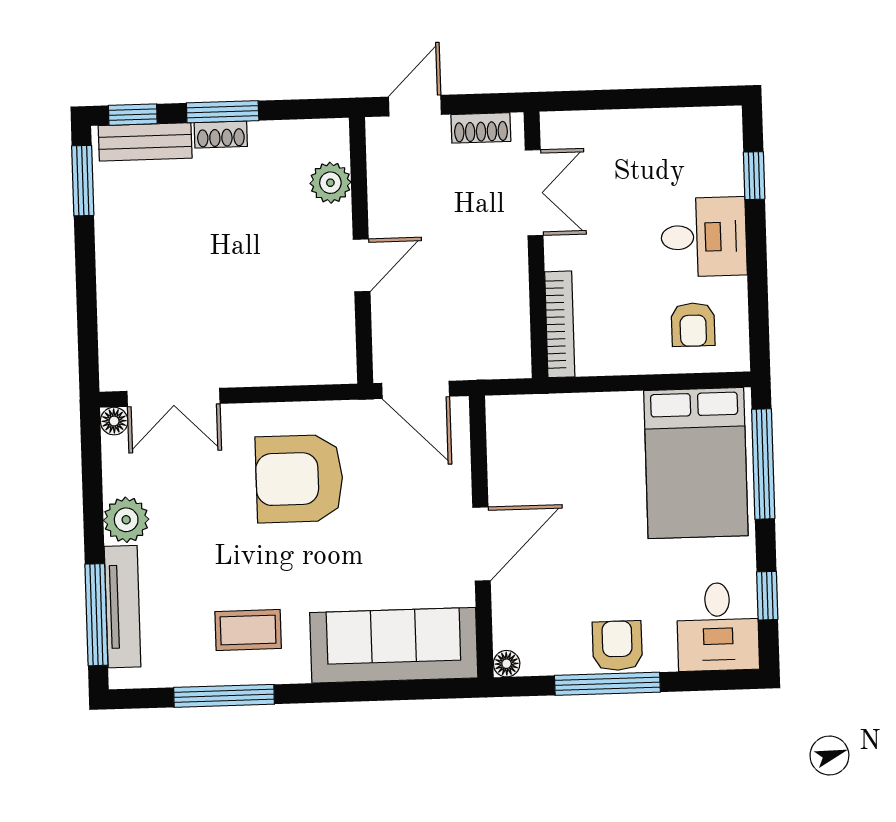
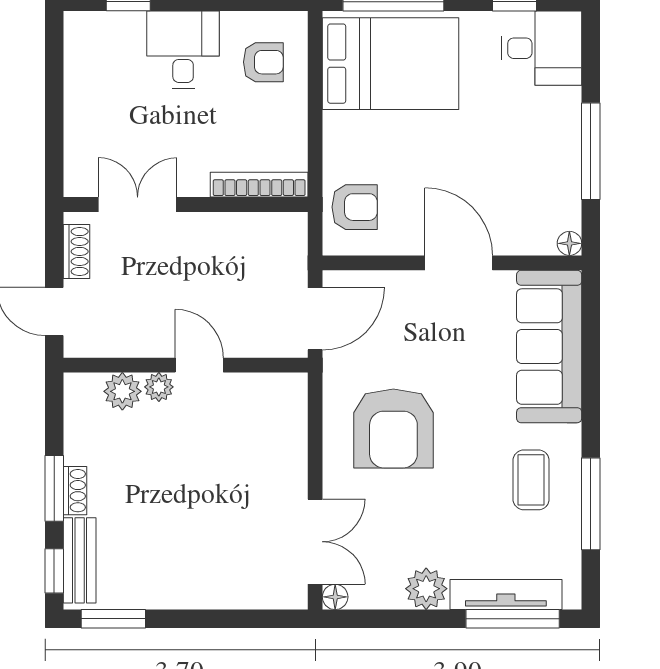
plant: (336, 222) -> (159, 387), added
armchair: (617, 646) -> (355, 207), moved, turned 180

